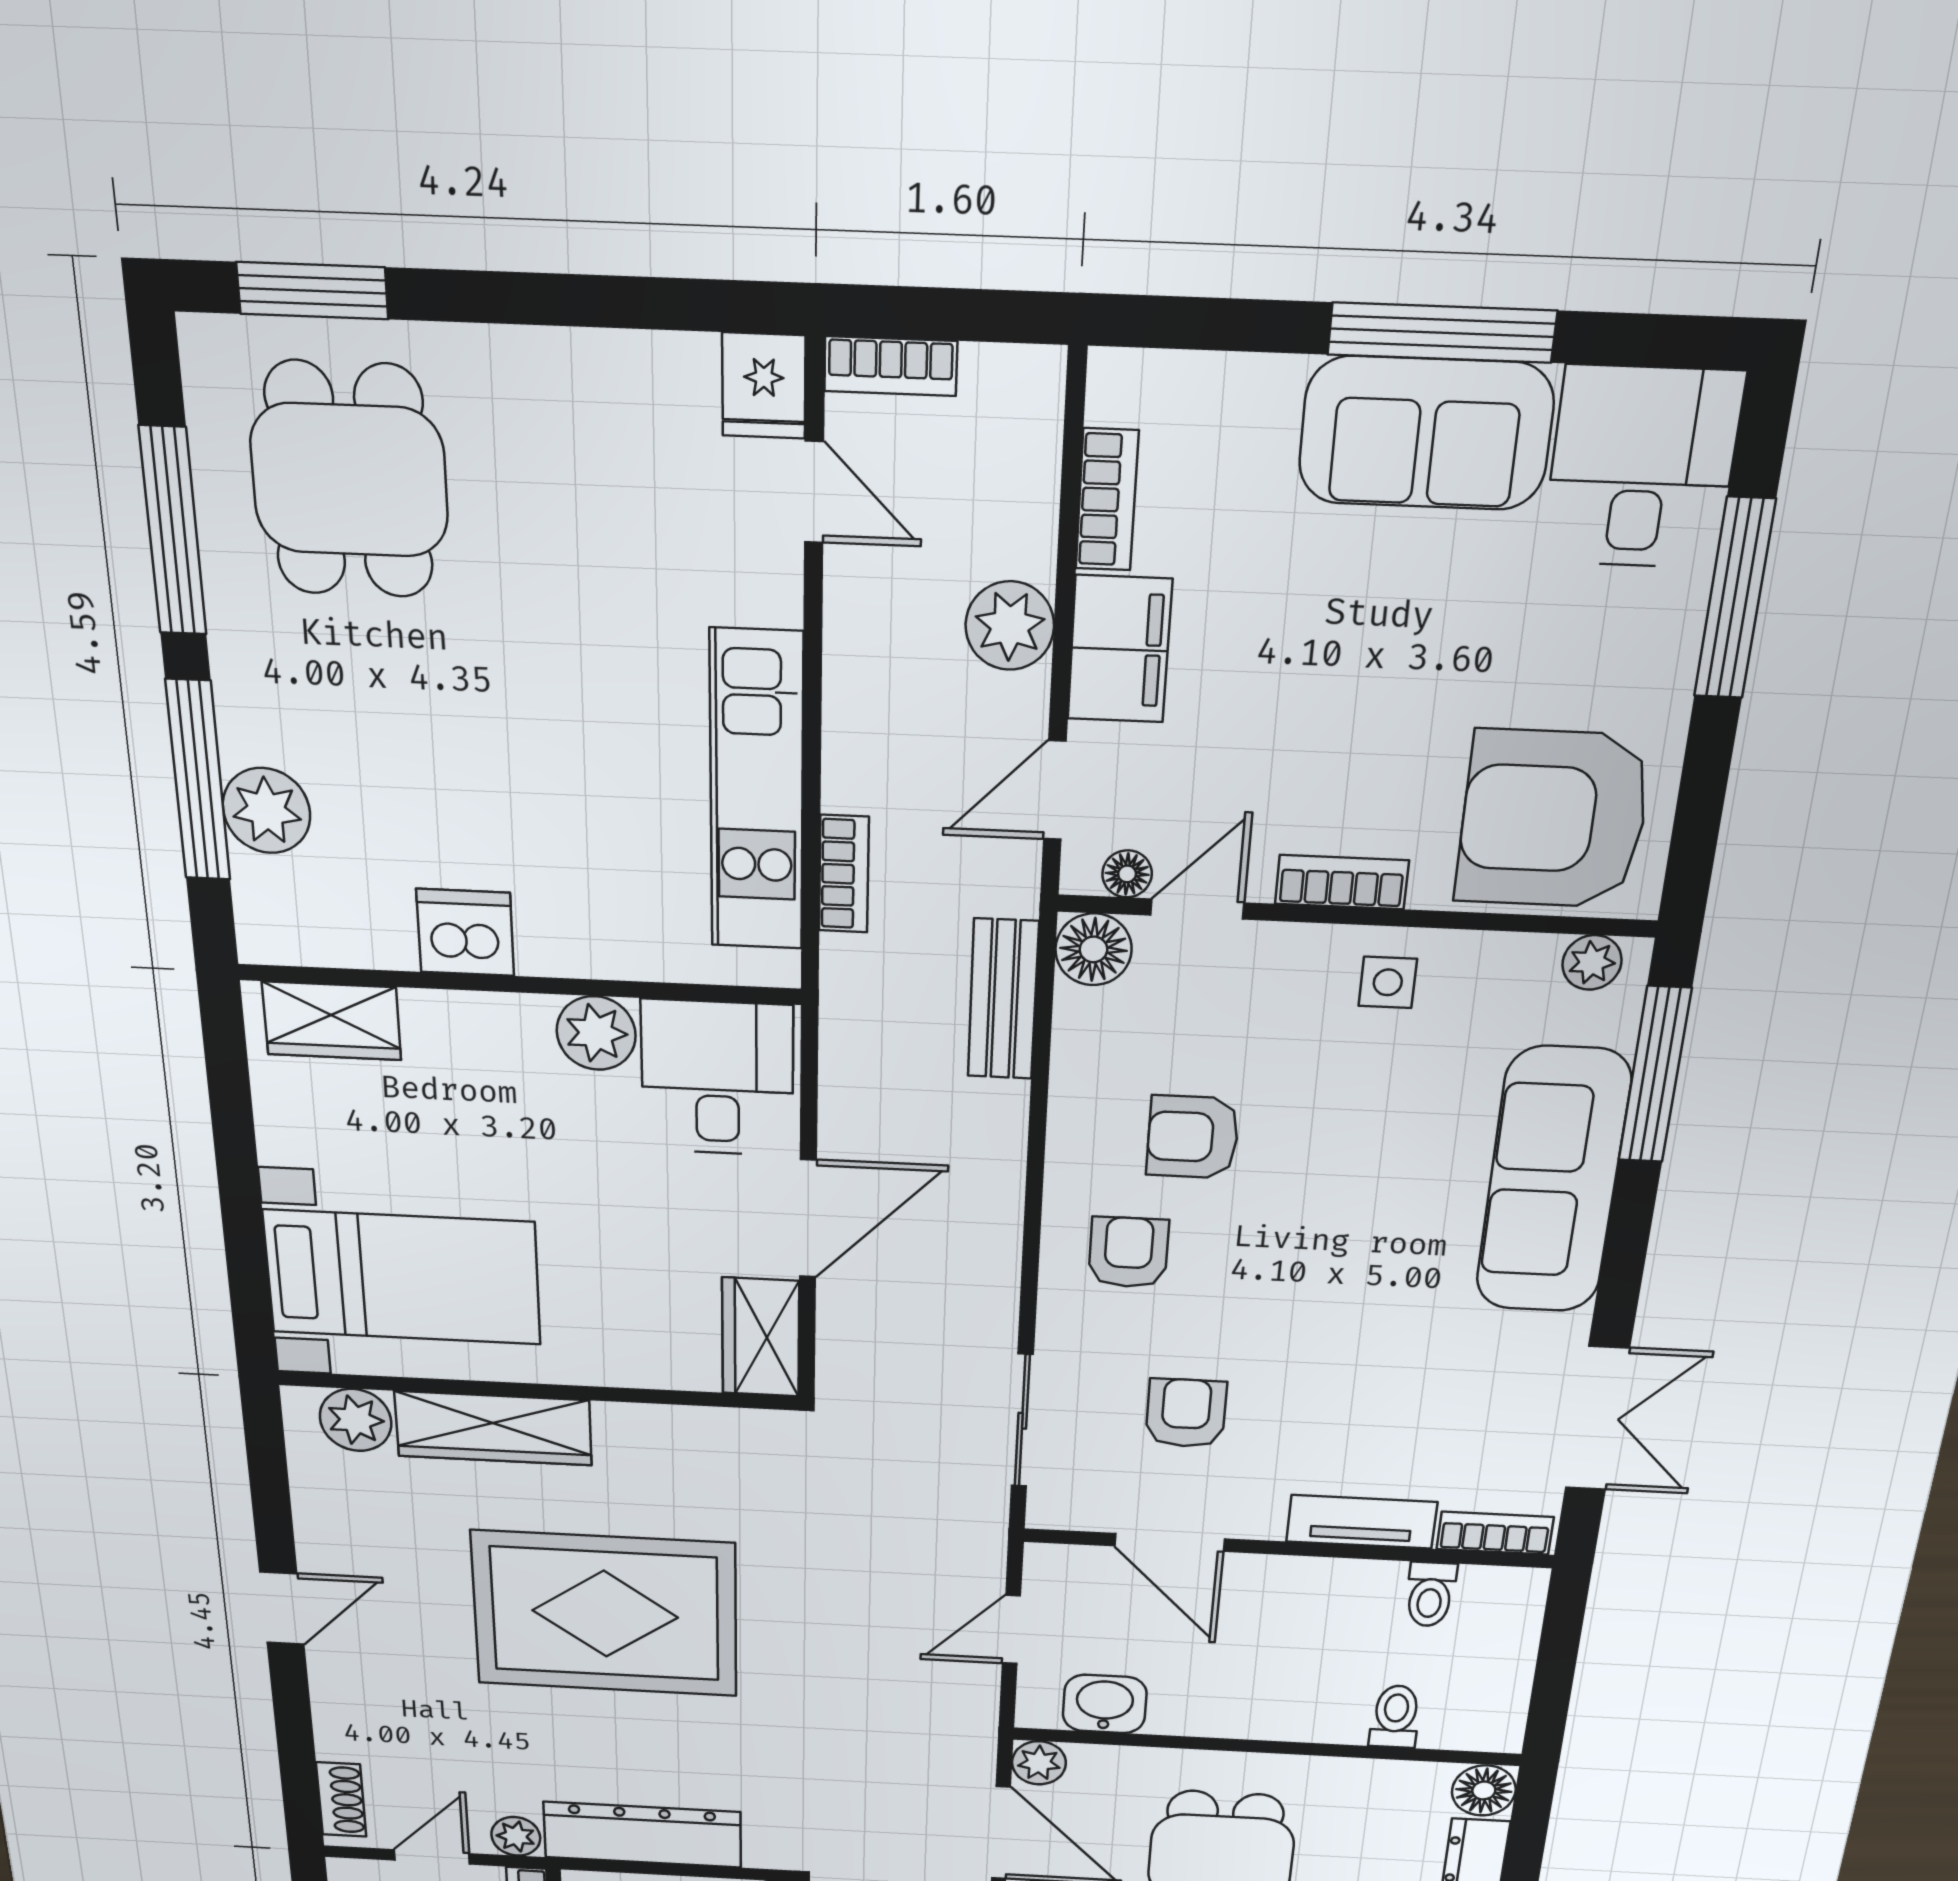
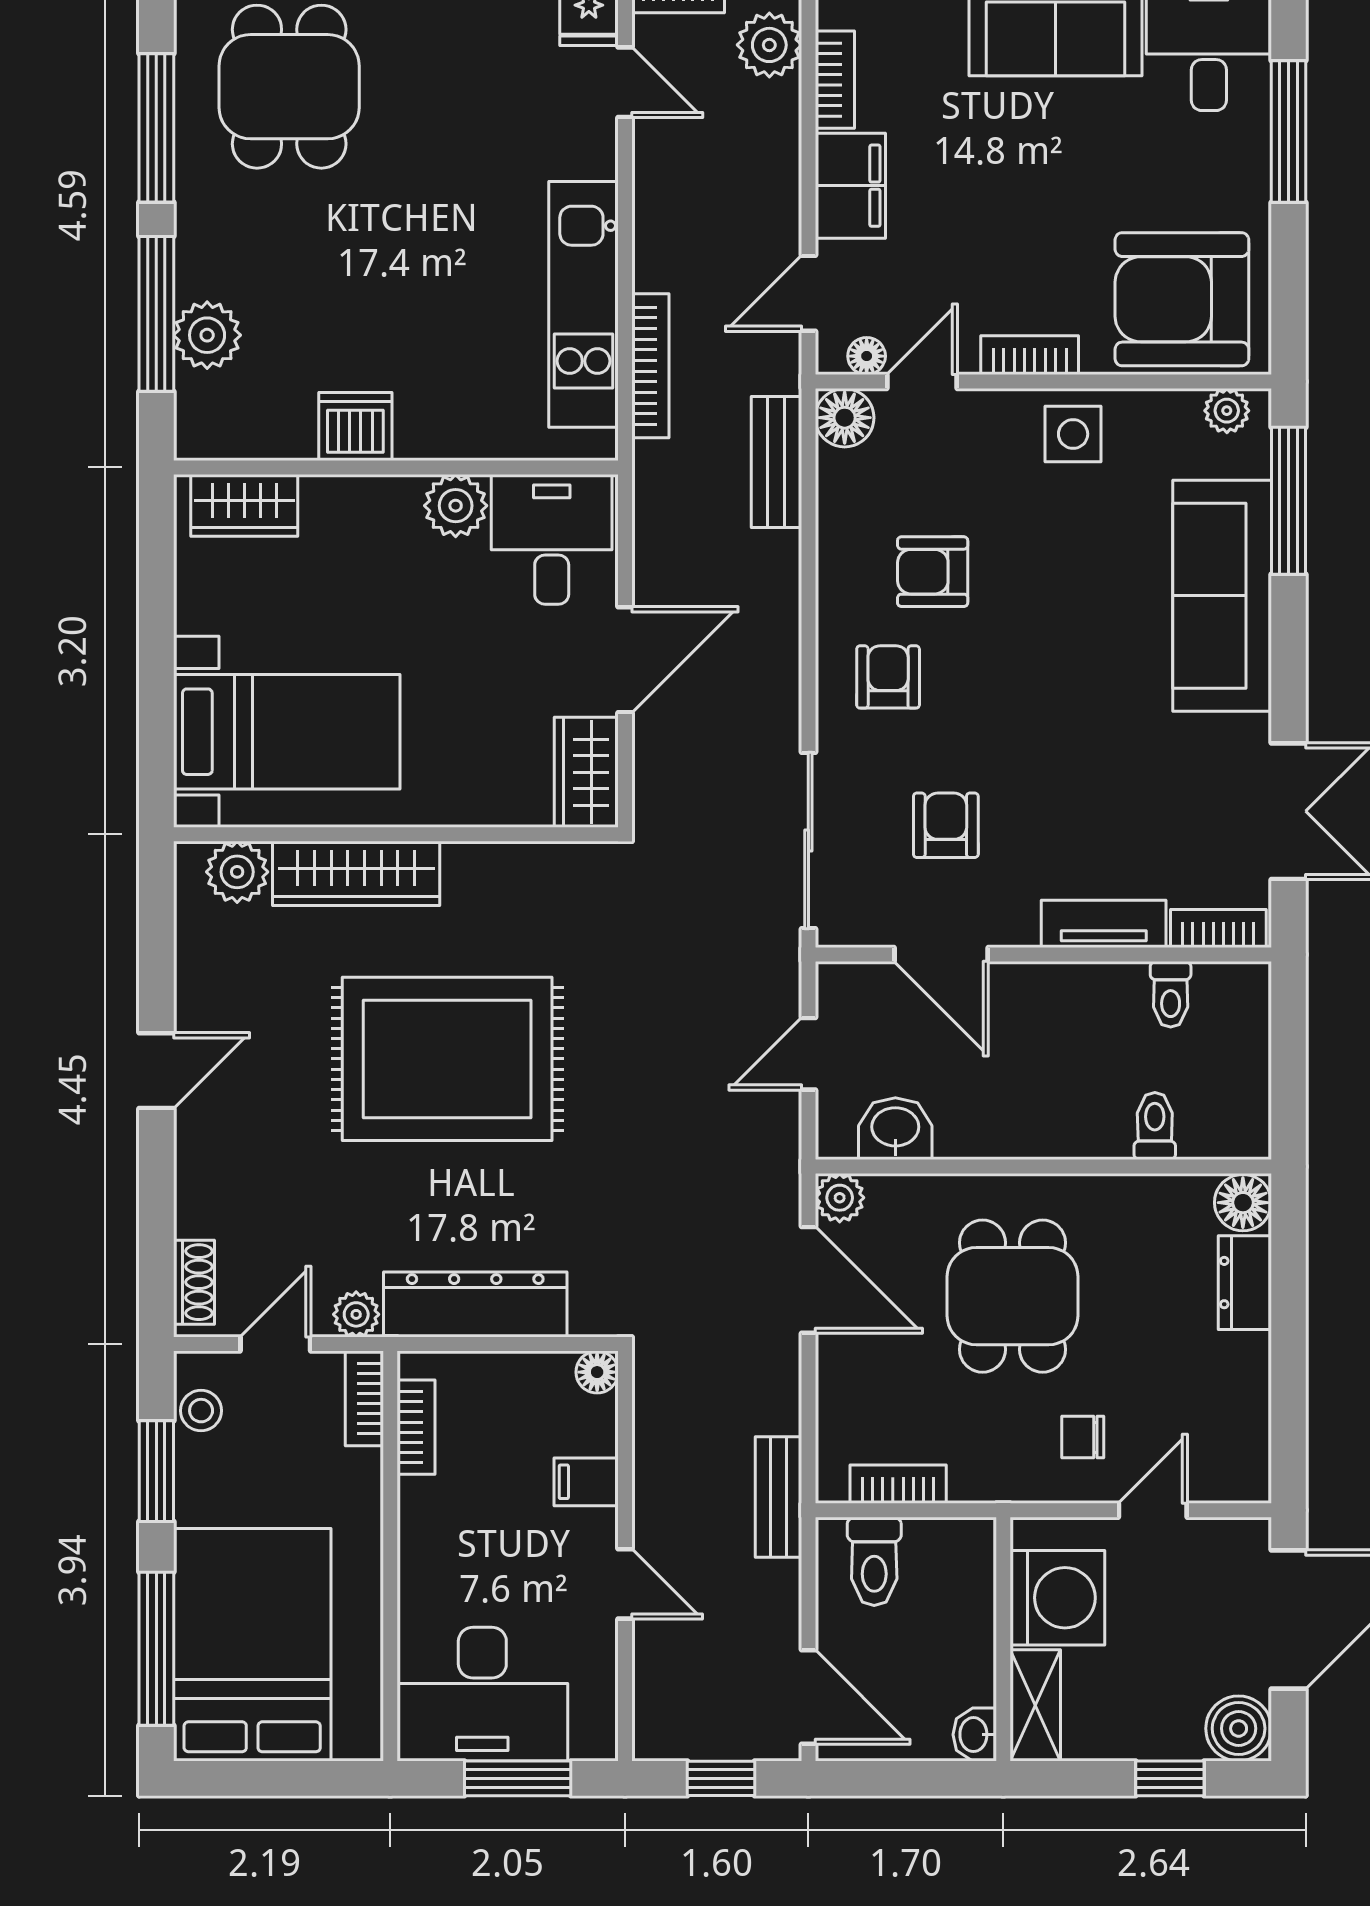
plant: (1010, 626) -> (769, 45), moved
bookcase: (844, 874) -> (650, 366), width x1.56
side table: (1388, 982) -> (1073, 434), width x1.37, depth x1.37
sliding door: (1022, 1421) -> (808, 840), width x1.37

